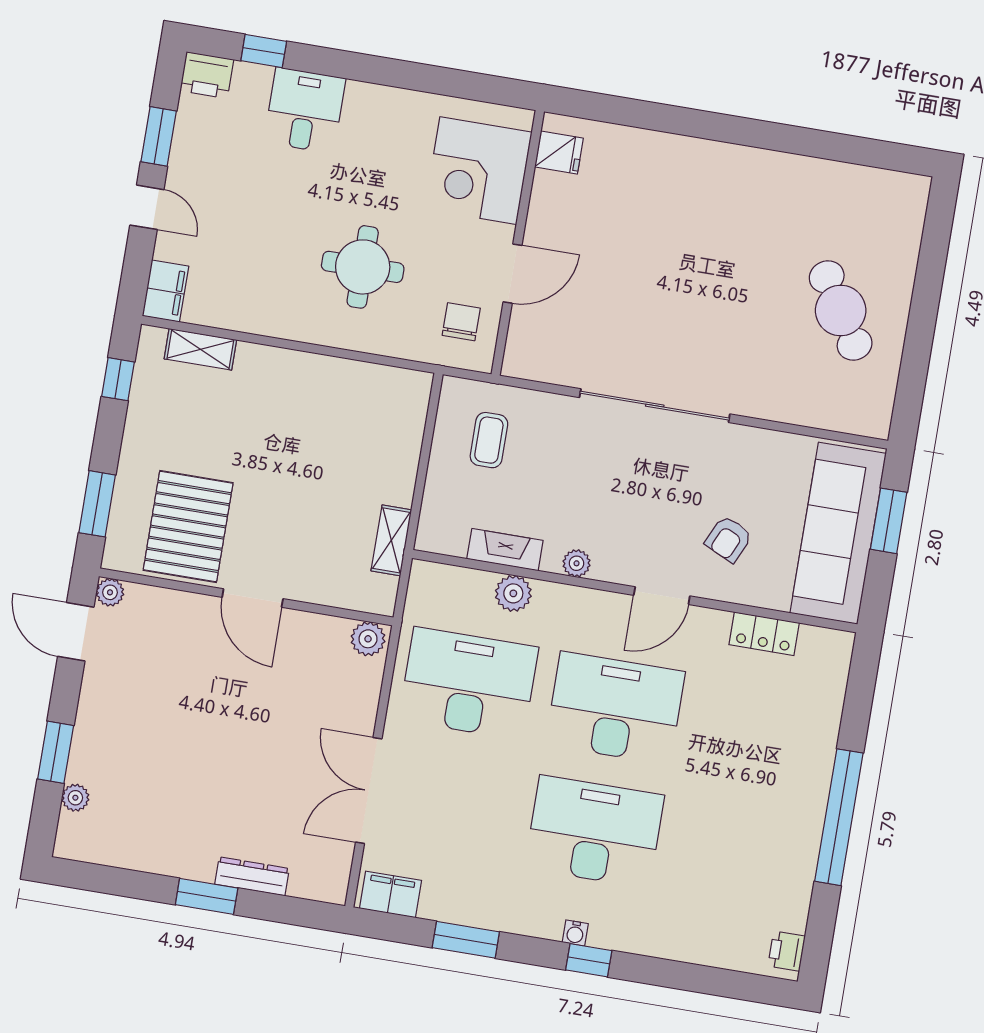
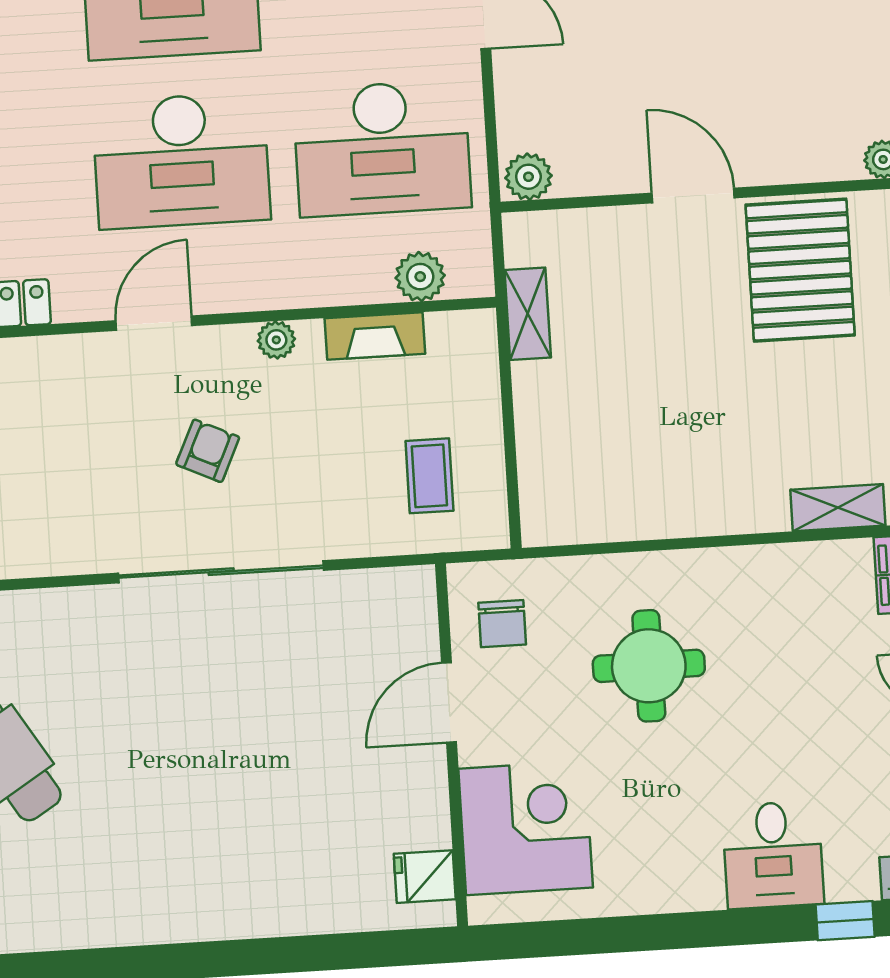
armchair: (729, 539) -> (208, 451), moved
plant: (513, 593) -> (420, 277), moved

